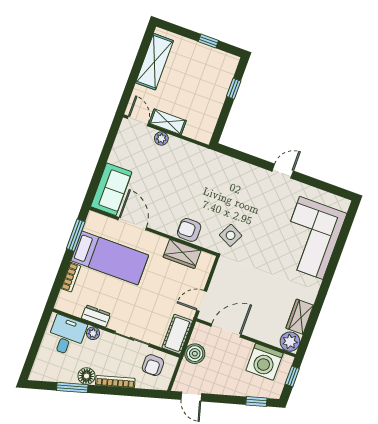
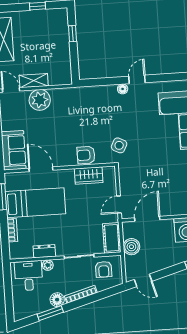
plant: (161, 138) -> (40, 100), width x1.87, depth x1.87
floor lamp: (262, 174) -> (123, 89), added

